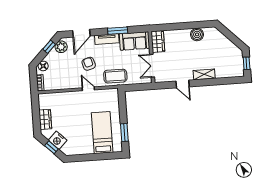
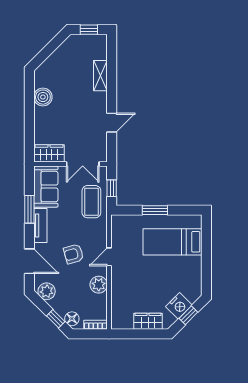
window: (49, 47) -> (56, 319), moved
shelving: (204, 74) -> (100, 76), moved
coffee table: (115, 76) -> (91, 202), moved
plant: (68, 83) -> (99, 285), added
window: (137, 87) -> (112, 188), added
window: (124, 132) -> (155, 210), moved

